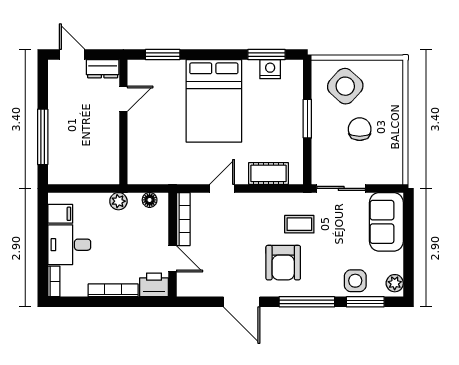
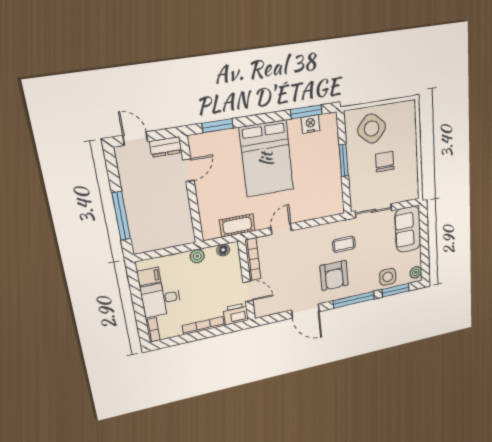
cot: (268, 173) -> (237, 225), moved

